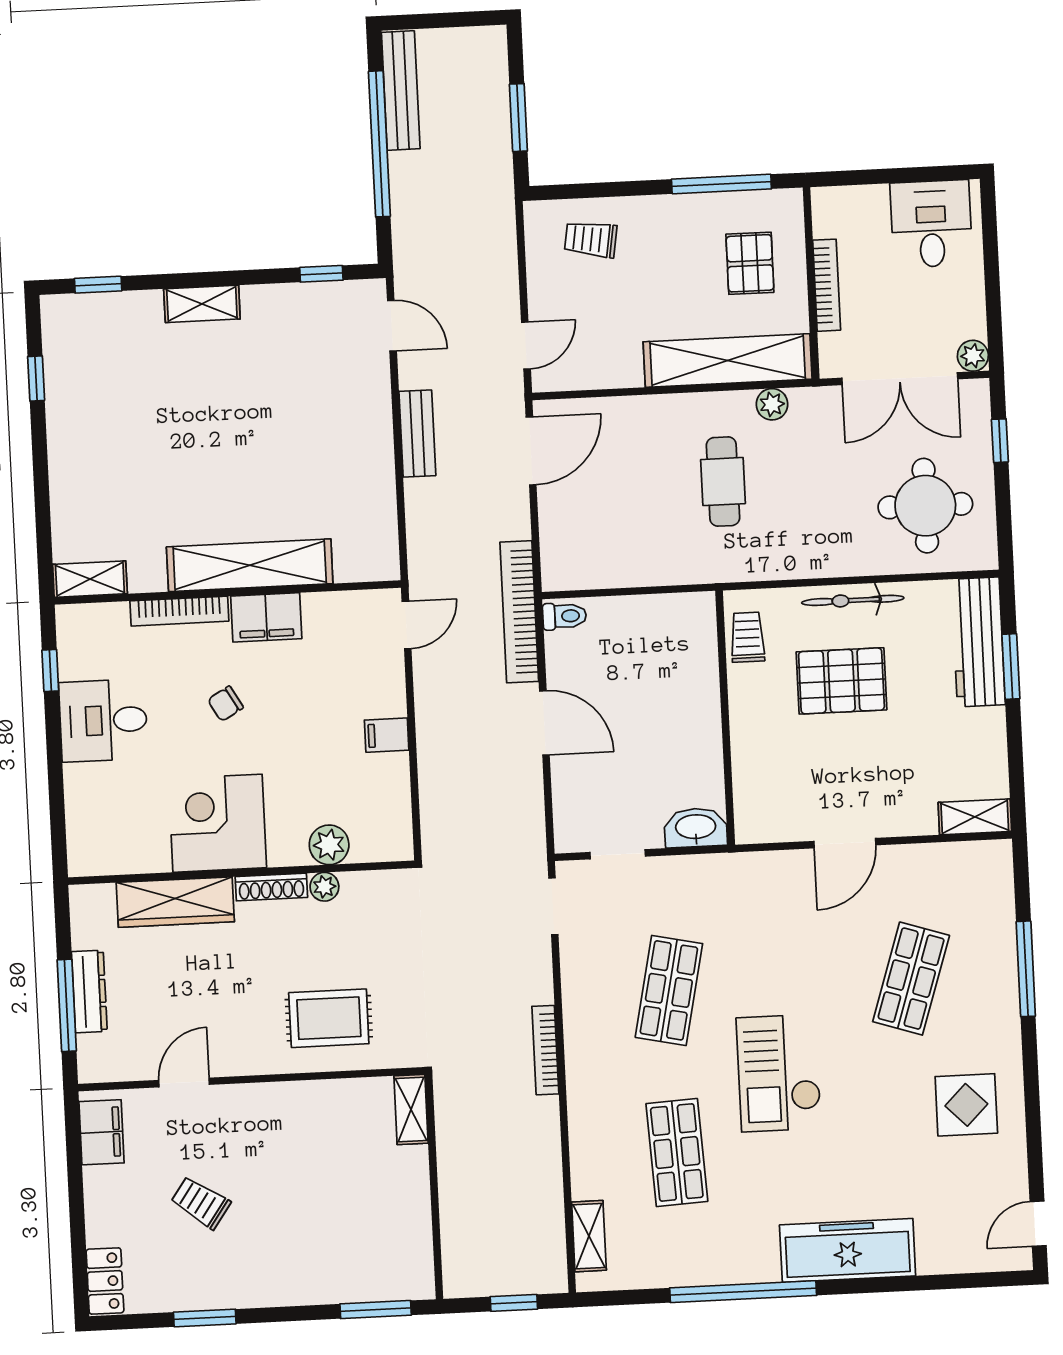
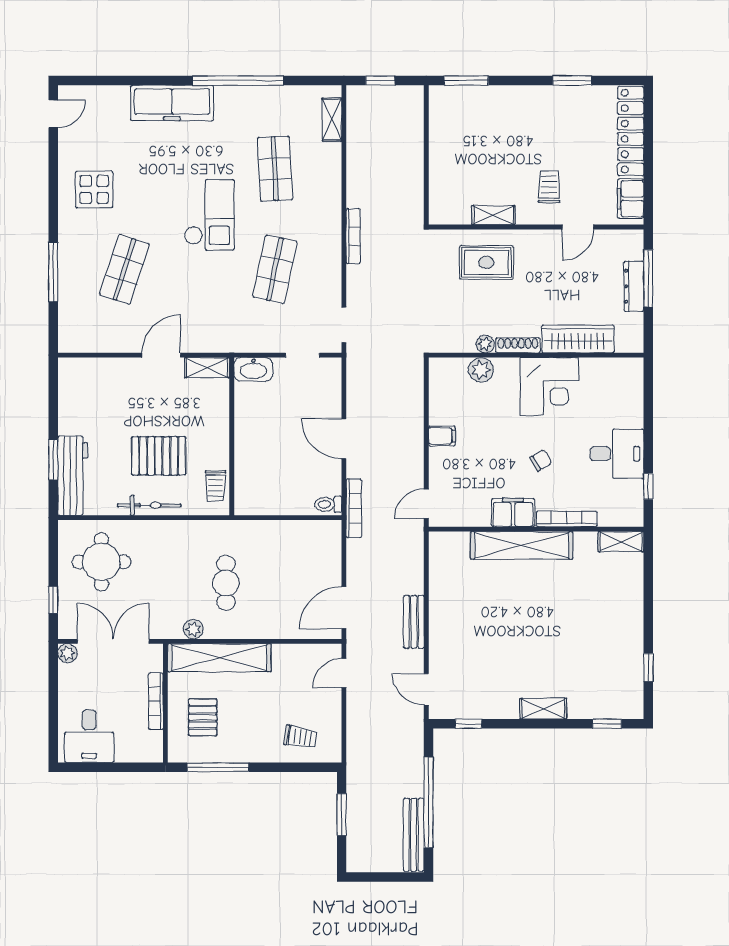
bookcase: (519, 612) -> (354, 508), width x0.68, depth x0.76
shelving: (975, 817) -> (207, 368), moved
shelving: (411, 1109) -> (493, 215), moved, turned 90
trolley: (201, 1203) -> (549, 187), moved, turned -125
locker: (105, 1281) -> (631, 131), width x2.16, depth x1.21

